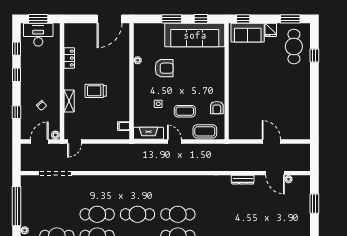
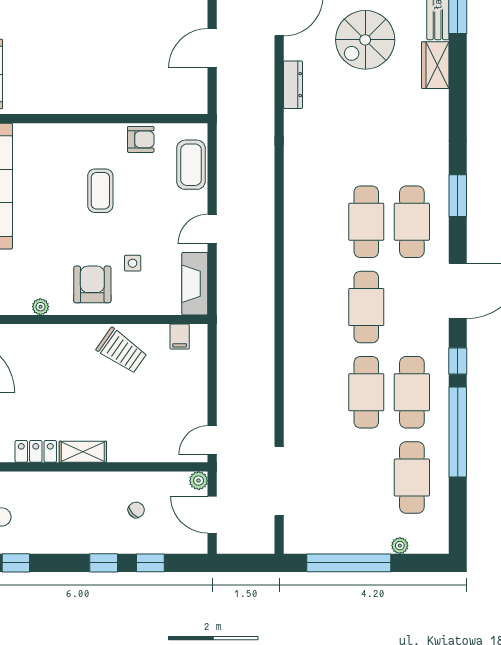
armchair: (164, 68) -> (92, 284), moved
window: (16, 75) -> (104, 563), moved
trolley: (96, 91) -> (122, 351), moved, turned -55
shelving: (69, 101) -> (83, 452), moved
coffee table: (185, 111) -> (100, 191), moved
door: (74, 141) -> (212, 440), swing flipped
door: (271, 141) -> (212, 48), moved
spiral stairs: (264, 214) -> (365, 40), added

